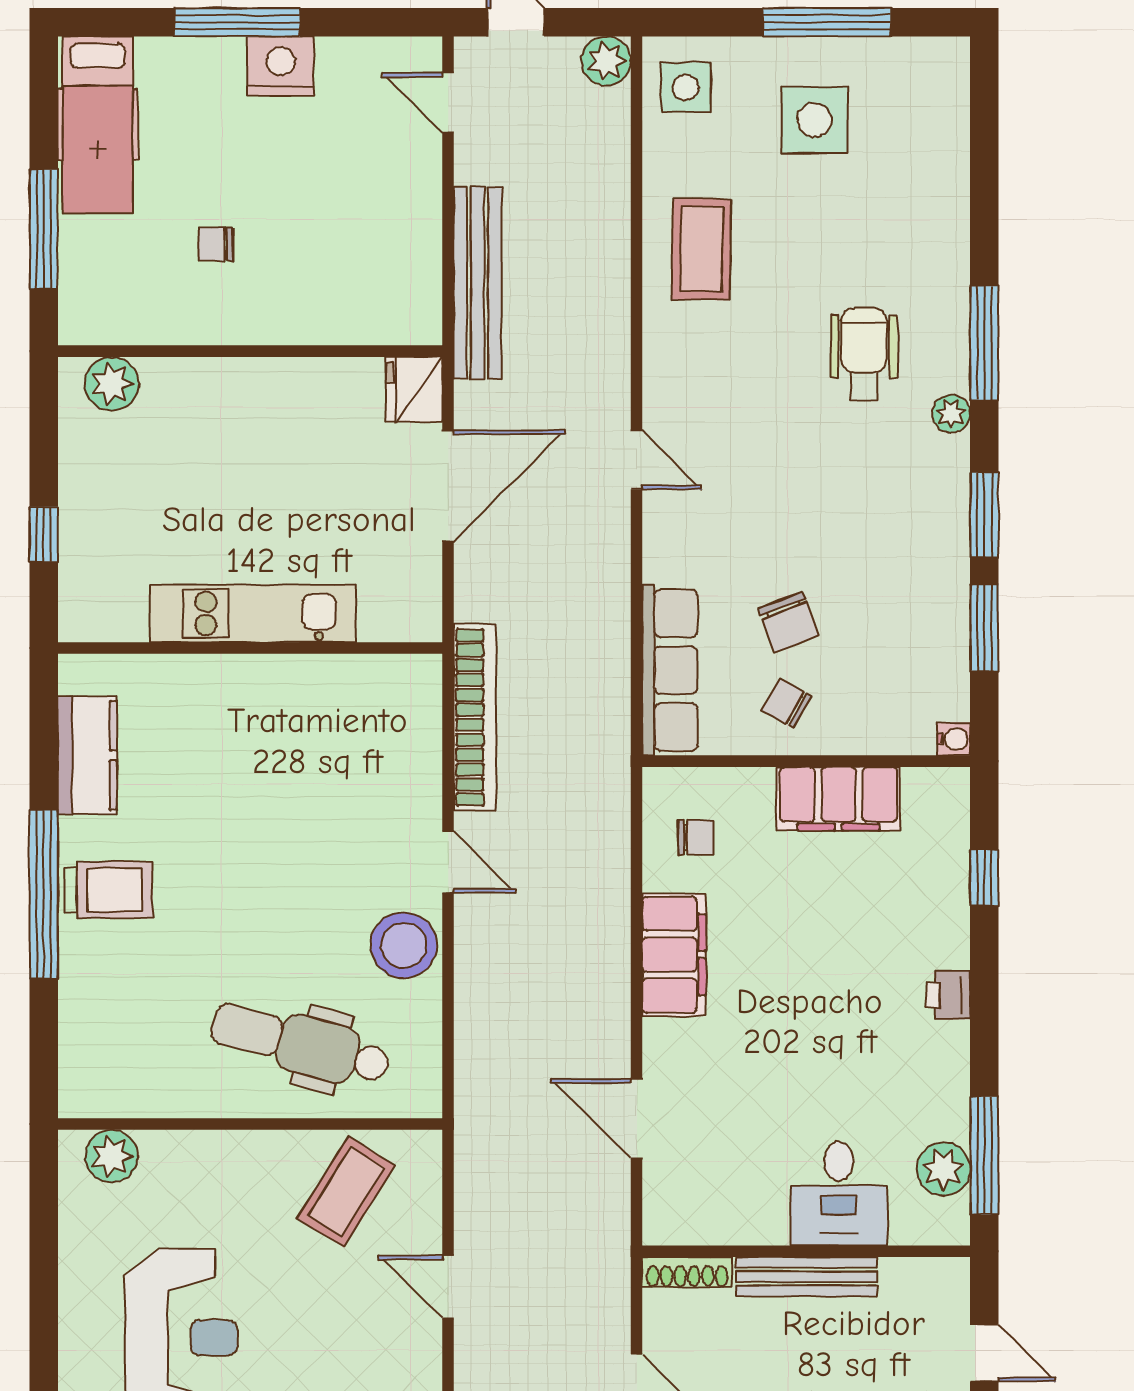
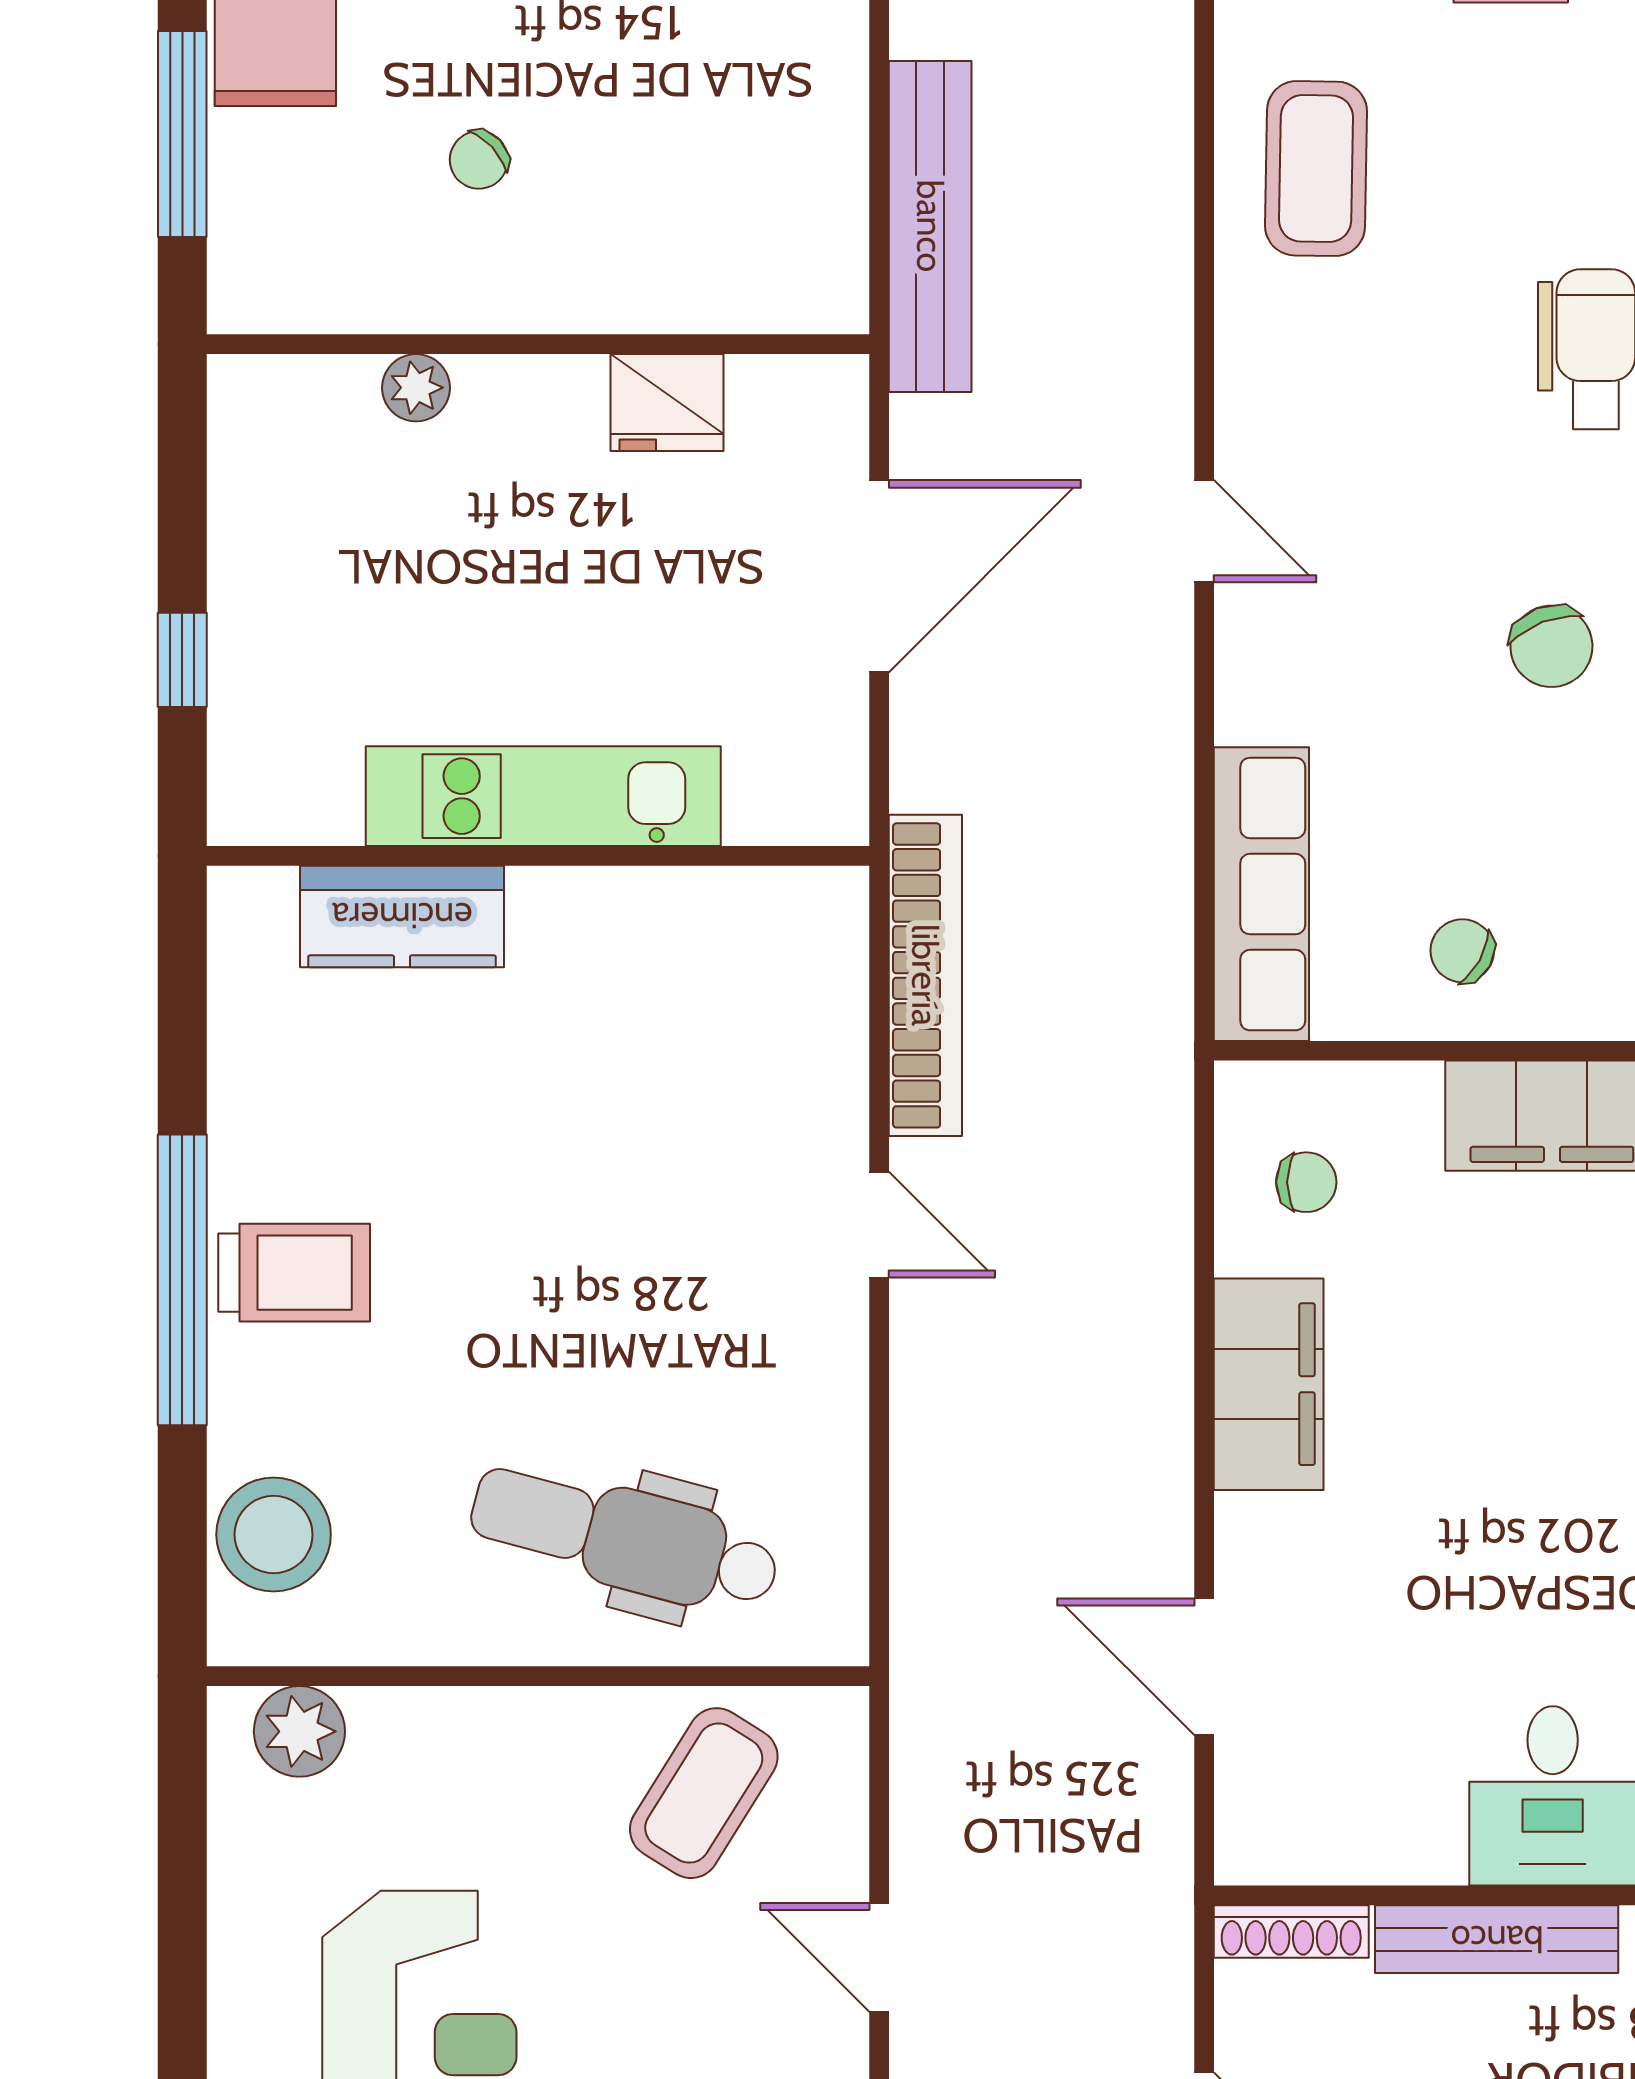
chair: (216, 244) -> (479, 160), turned -43
plant: (112, 384) -> (416, 388), moved, width x0.73, depth x0.73
fridge: (414, 390) -> (667, 402), moved, turned -90
chair: (789, 622) -> (1551, 646), moved
kitchen counter: (87, 755) -> (402, 916), moved, turned 90
stool: (404, 945) -> (274, 1535), moved

